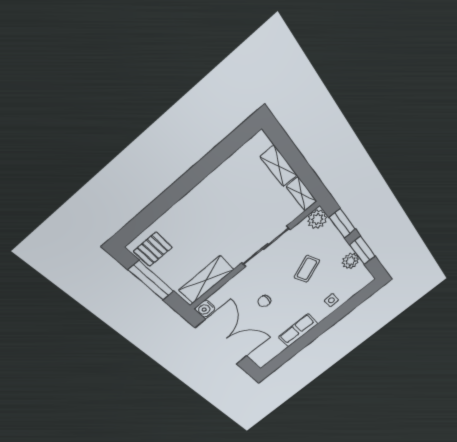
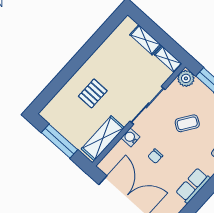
pallet: (153, 249) -> (93, 93), moved
coffee table: (307, 269) -> (187, 123), turned 58
water cooler: (205, 309) -> (131, 137), moved, turned 90

